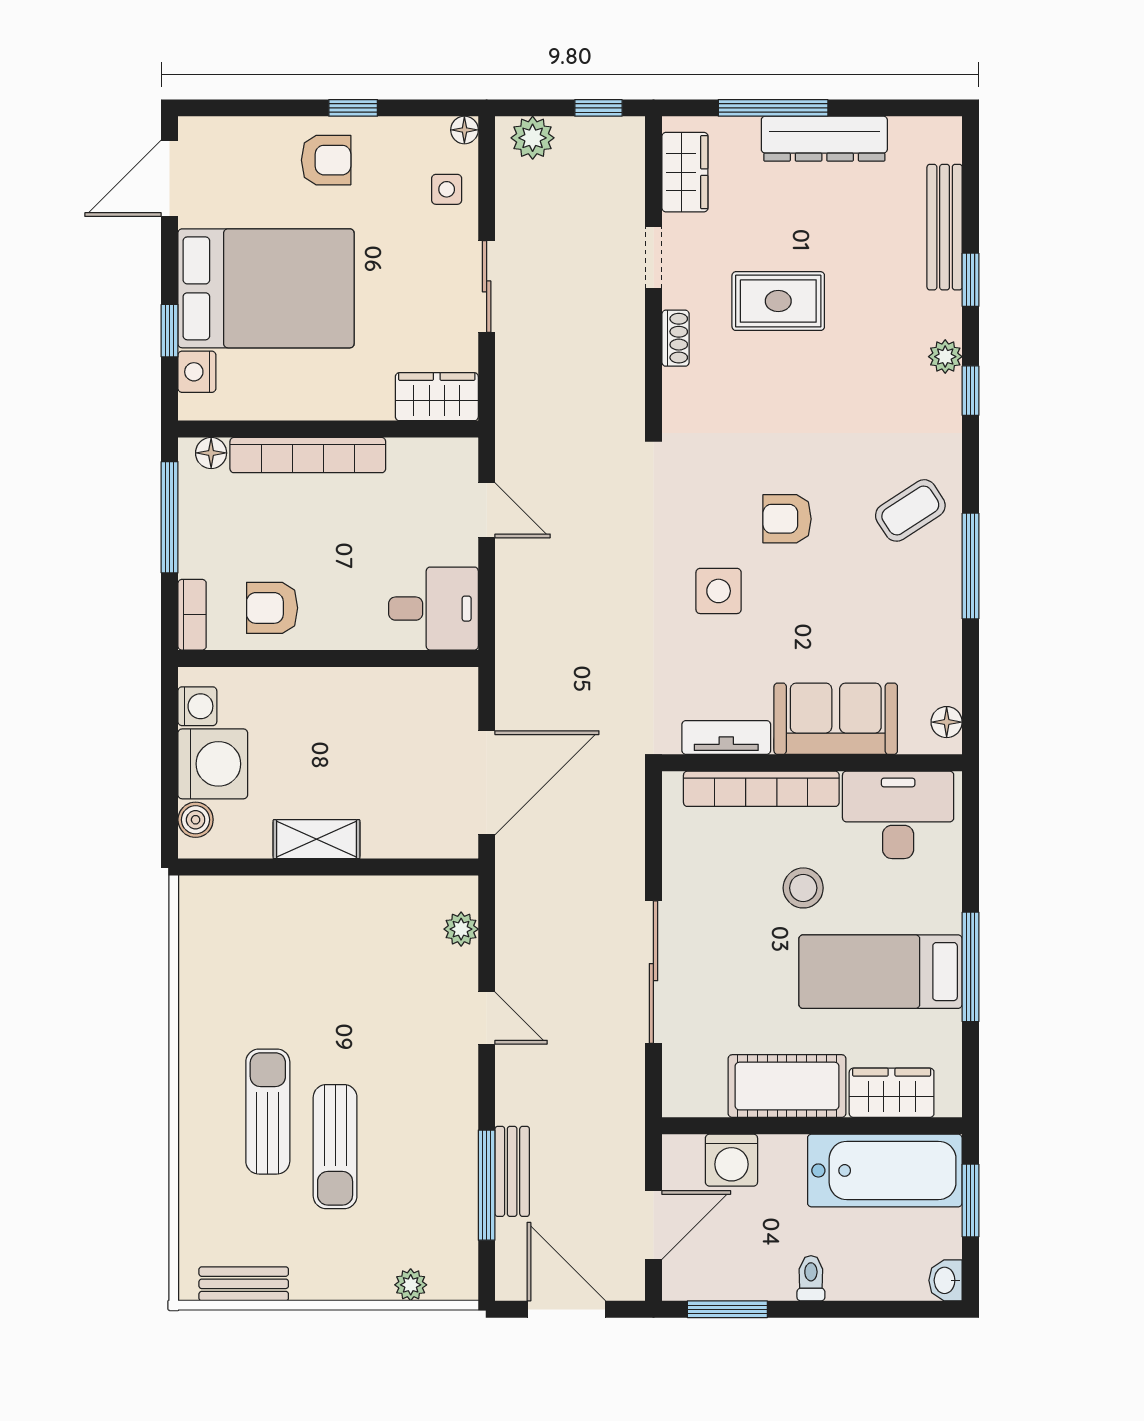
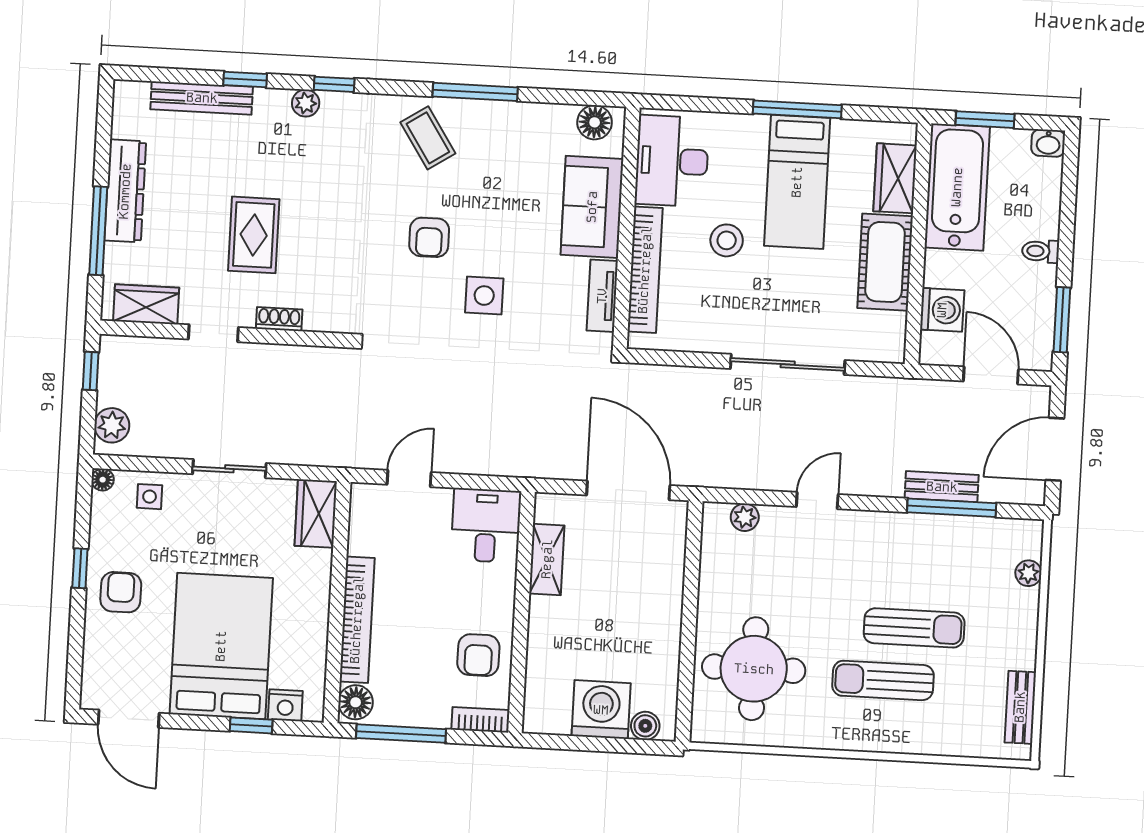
floor lamp: (211, 453) -> (356, 702), width x1.37, depth x1.37
washing machine: (197, 706) -> (554, 719), removed
floor lamp: (947, 722) -> (595, 122), width x1.37, depth x1.37
shelving: (317, 839) -> (547, 559), moved
round table: (274, 950) -> (754, 669), added

